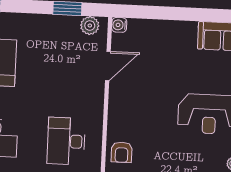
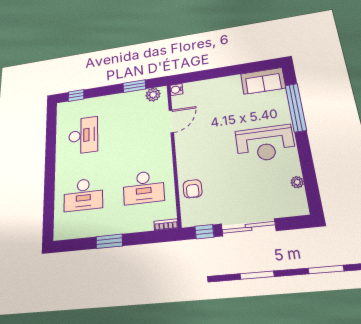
desk: (66, 141) -> (143, 187), turned -90

